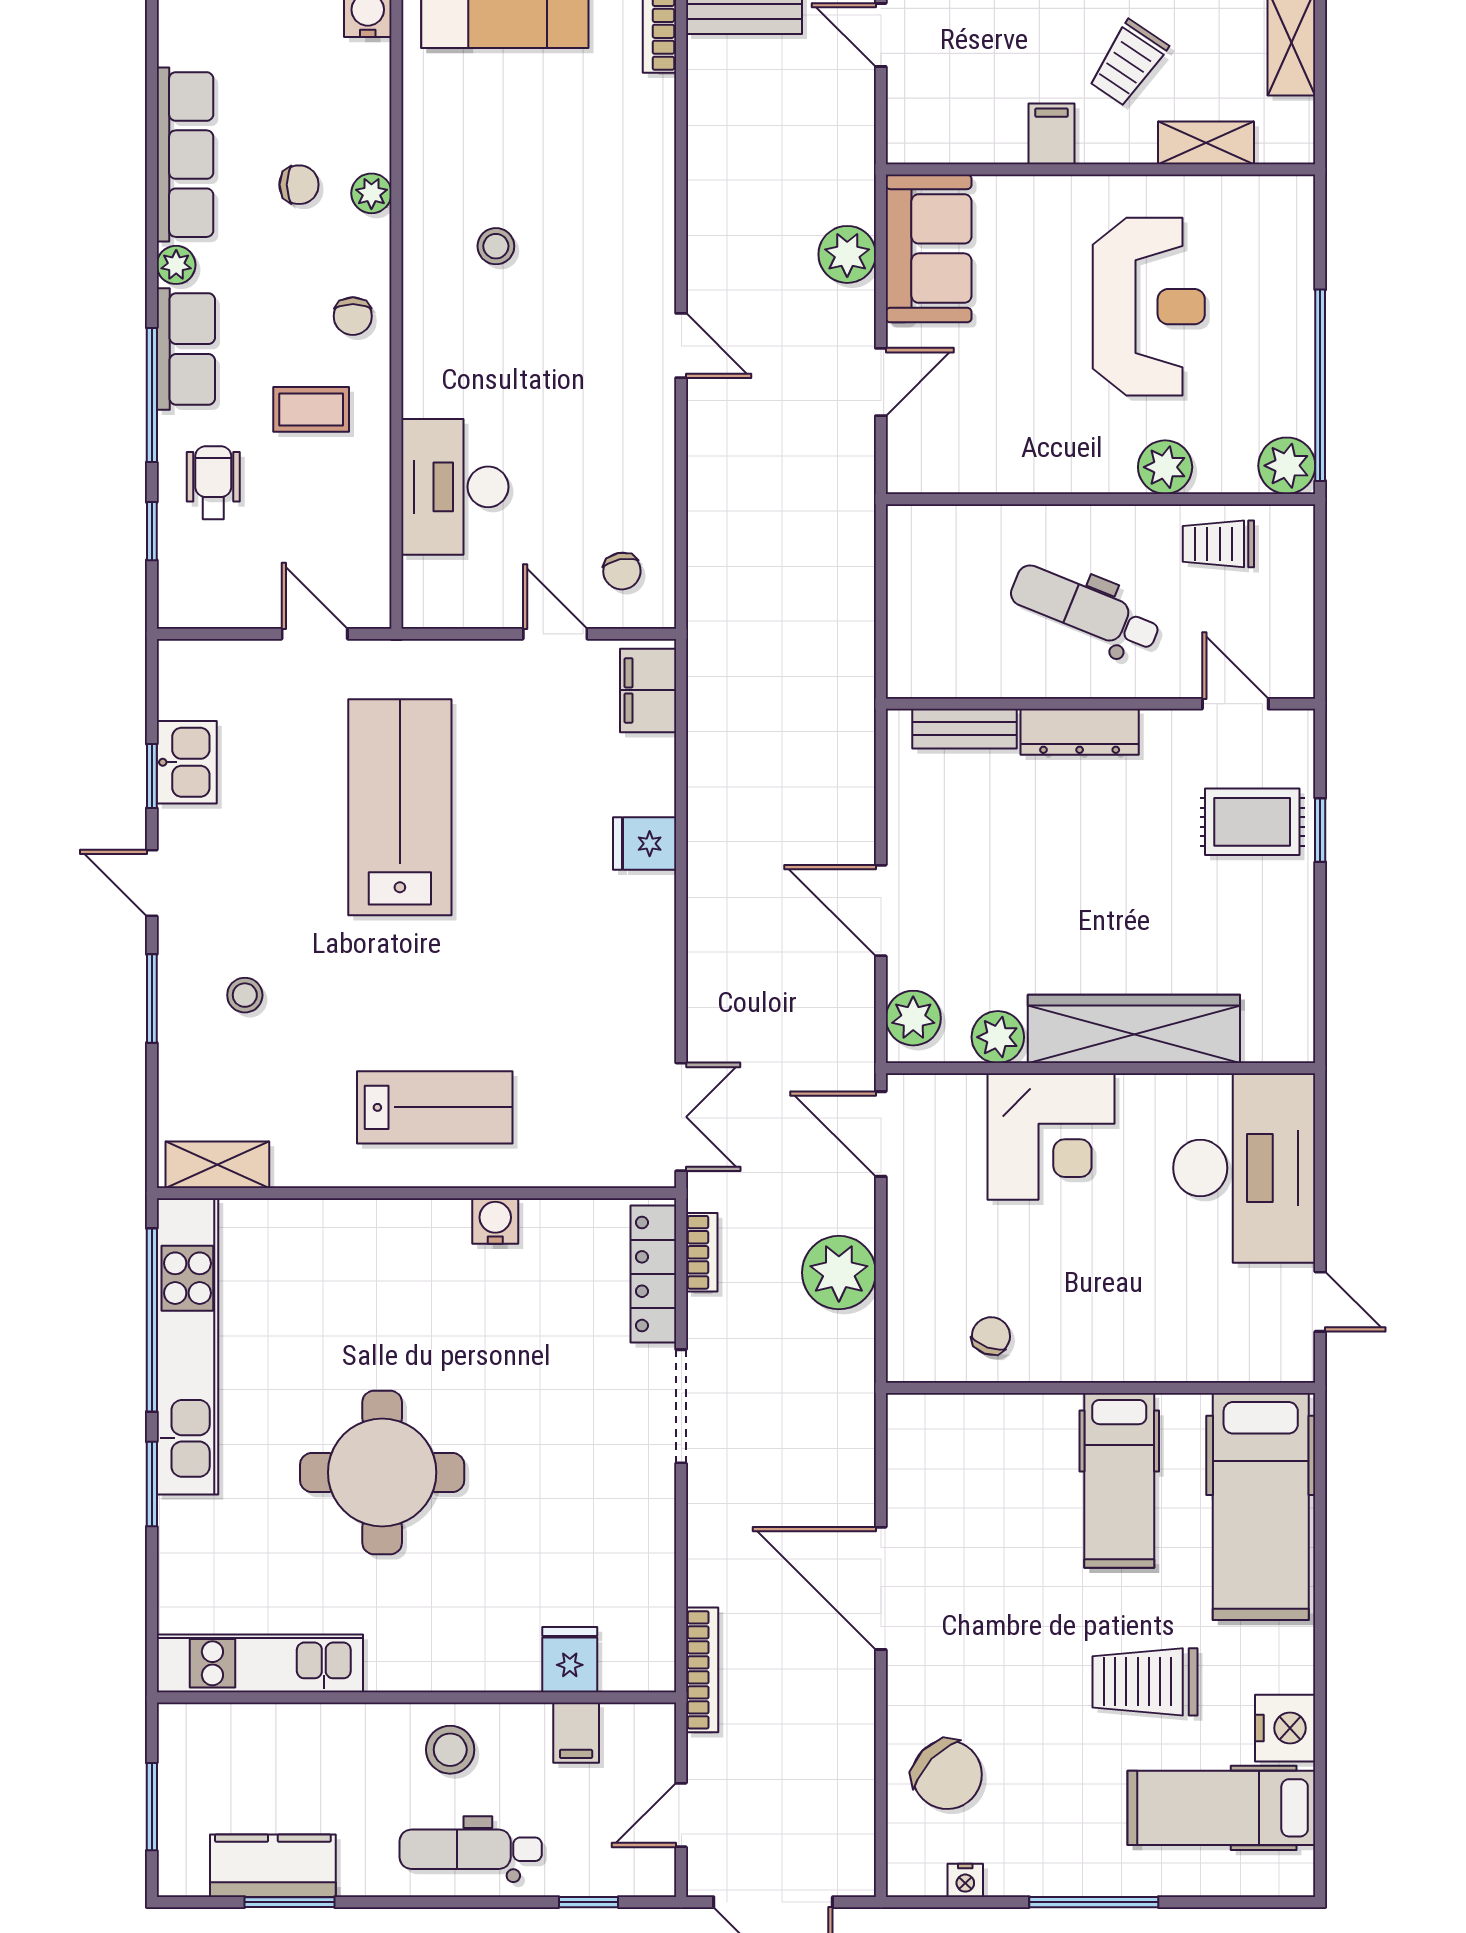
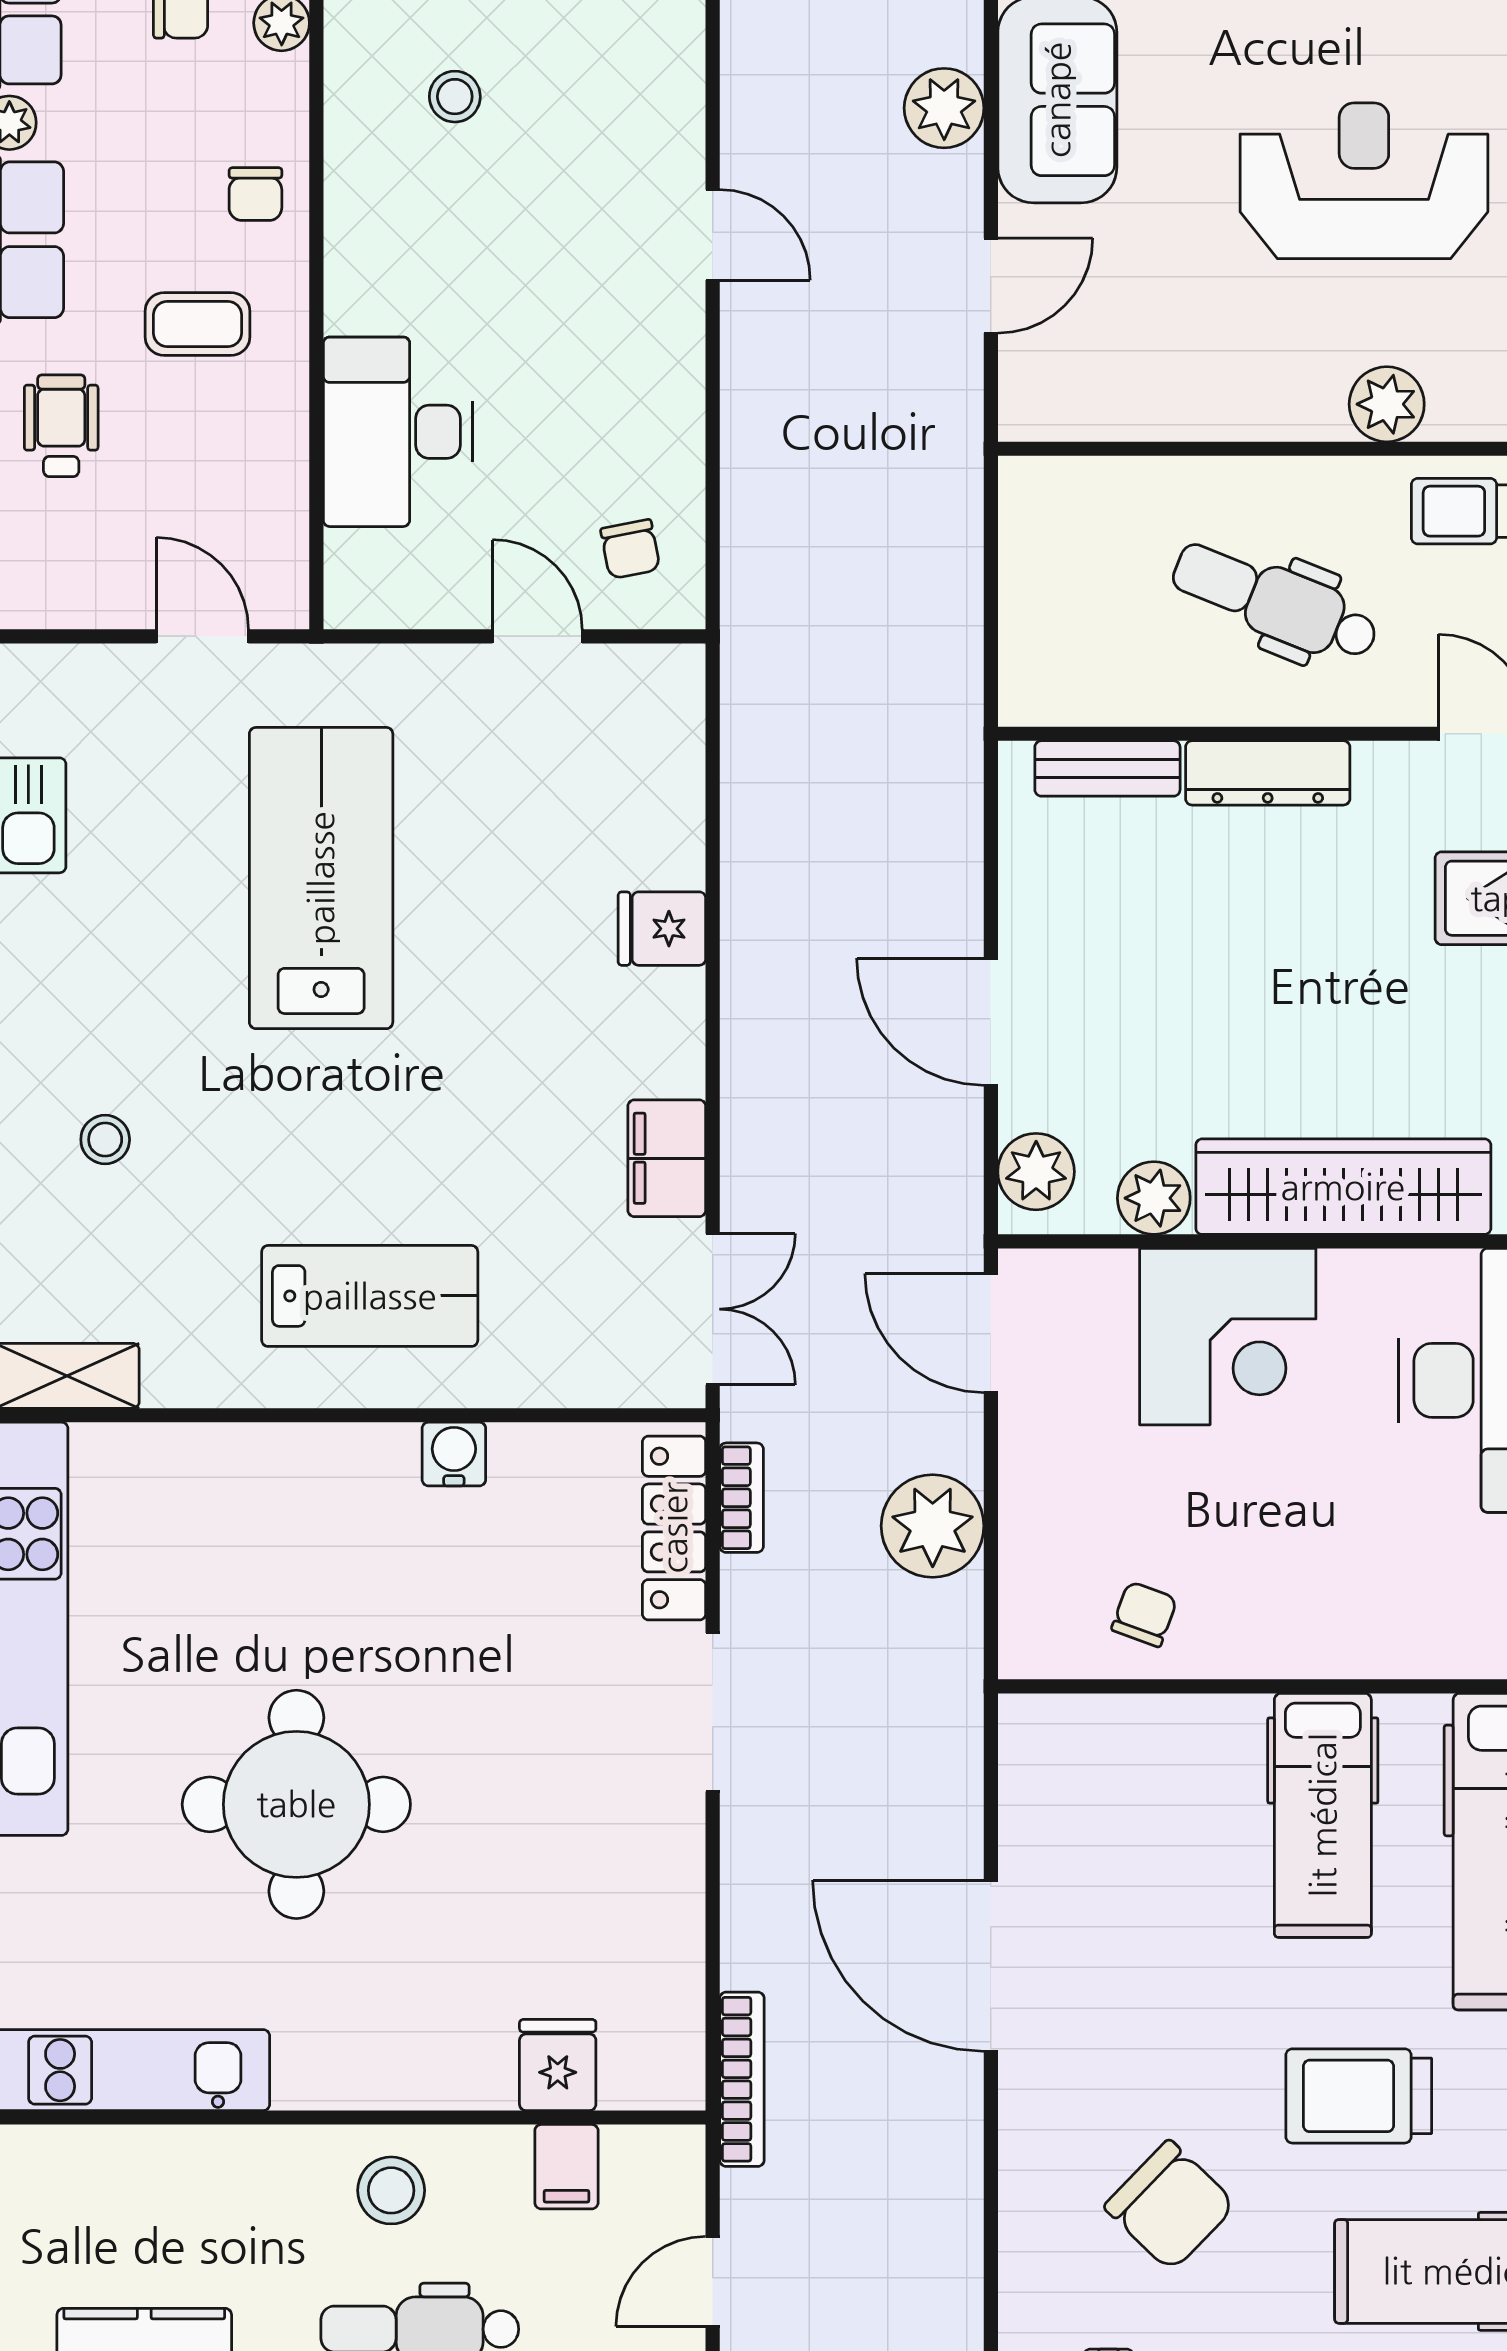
reception desk: (1149, 307) -> (1364, 181), turned -90
filing cabinet: (648, 690) -> (667, 1158), moved
chair: (947, 1775) -> (1170, 2206), moved

